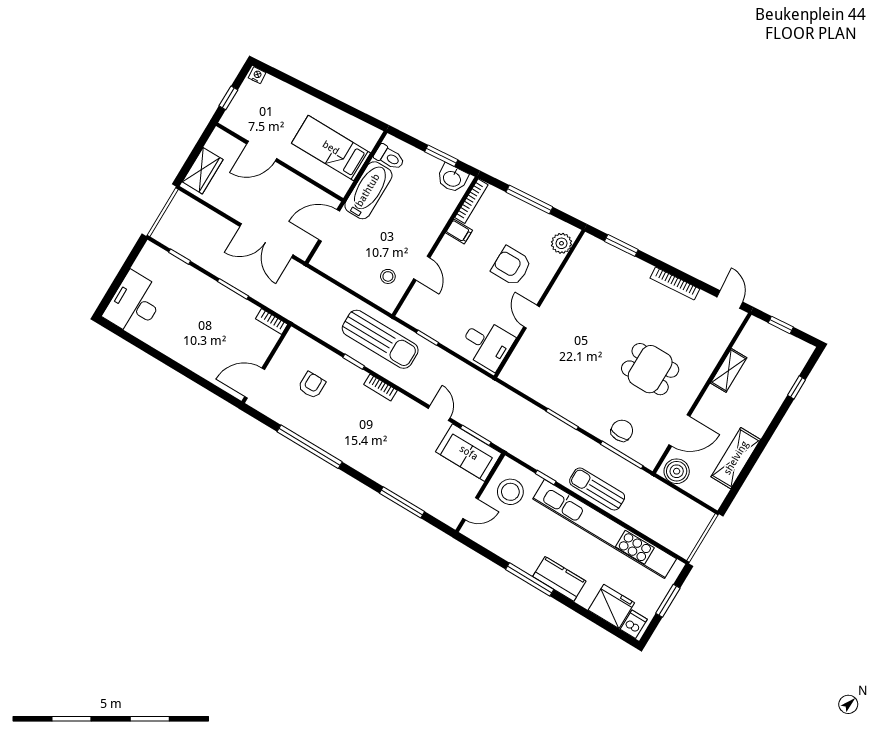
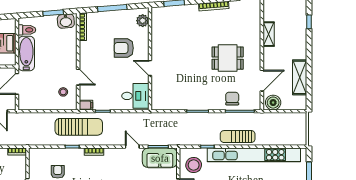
filing cabinet: (459, 232) -> (86, 105), moved

